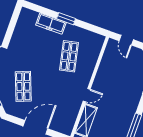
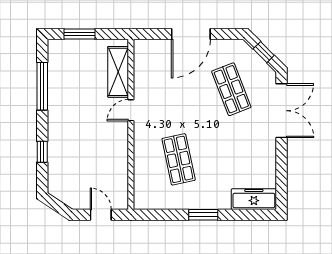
freezer: (51, 24) -> (254, 199), moved

